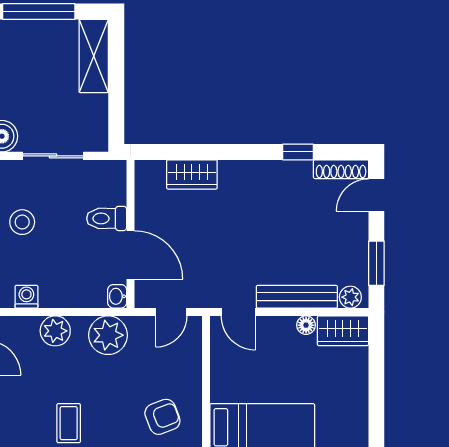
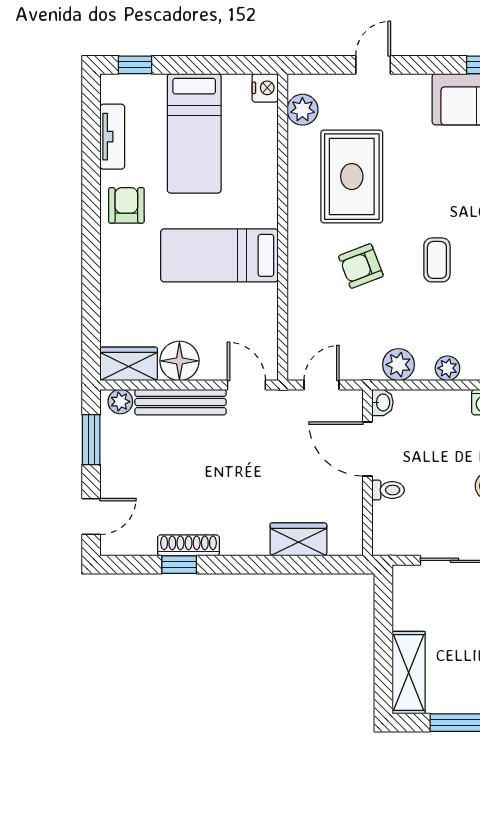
shoe rack: (341, 169) -> (189, 545), moved
toilet: (107, 218) -> (388, 490), width x0.73, depth x0.72
floor lamp: (306, 325) -> (179, 361), width x1.89, depth x1.89
plant: (55, 331) -> (447, 368), width x0.73, depth x0.73
plant: (108, 335) -> (398, 365), width x0.73, depth x0.73
armchair: (162, 417) -> (361, 266), moved

